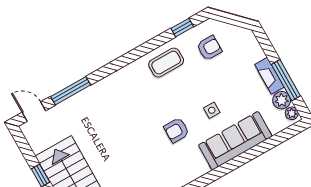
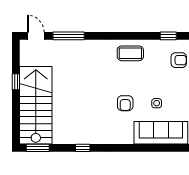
coffee table: (166, 63) -> (130, 53), moved
armchair: (177, 130) -> (125, 103), turned -90

